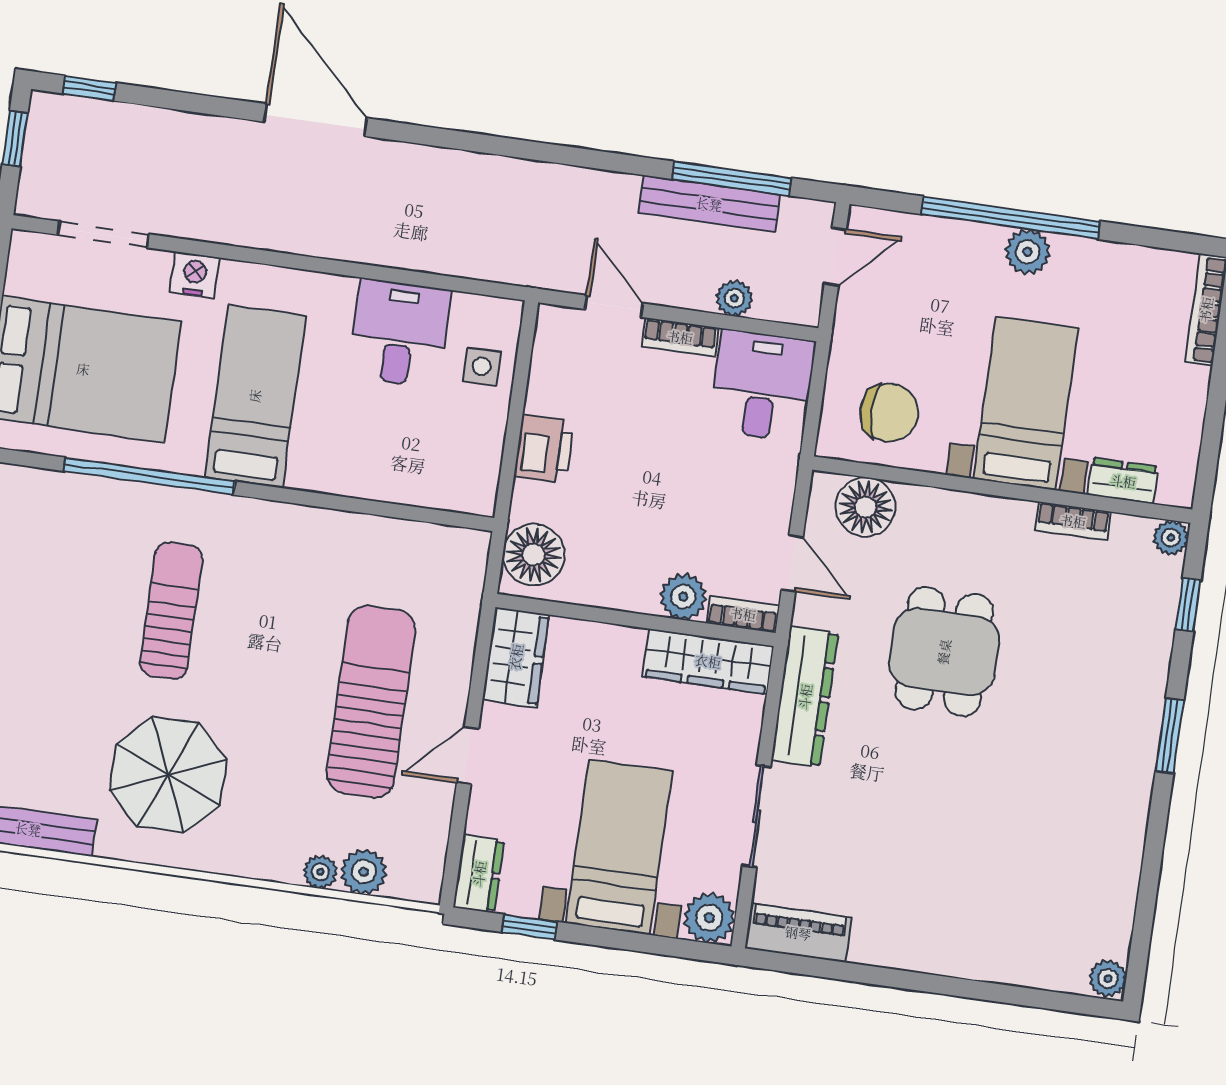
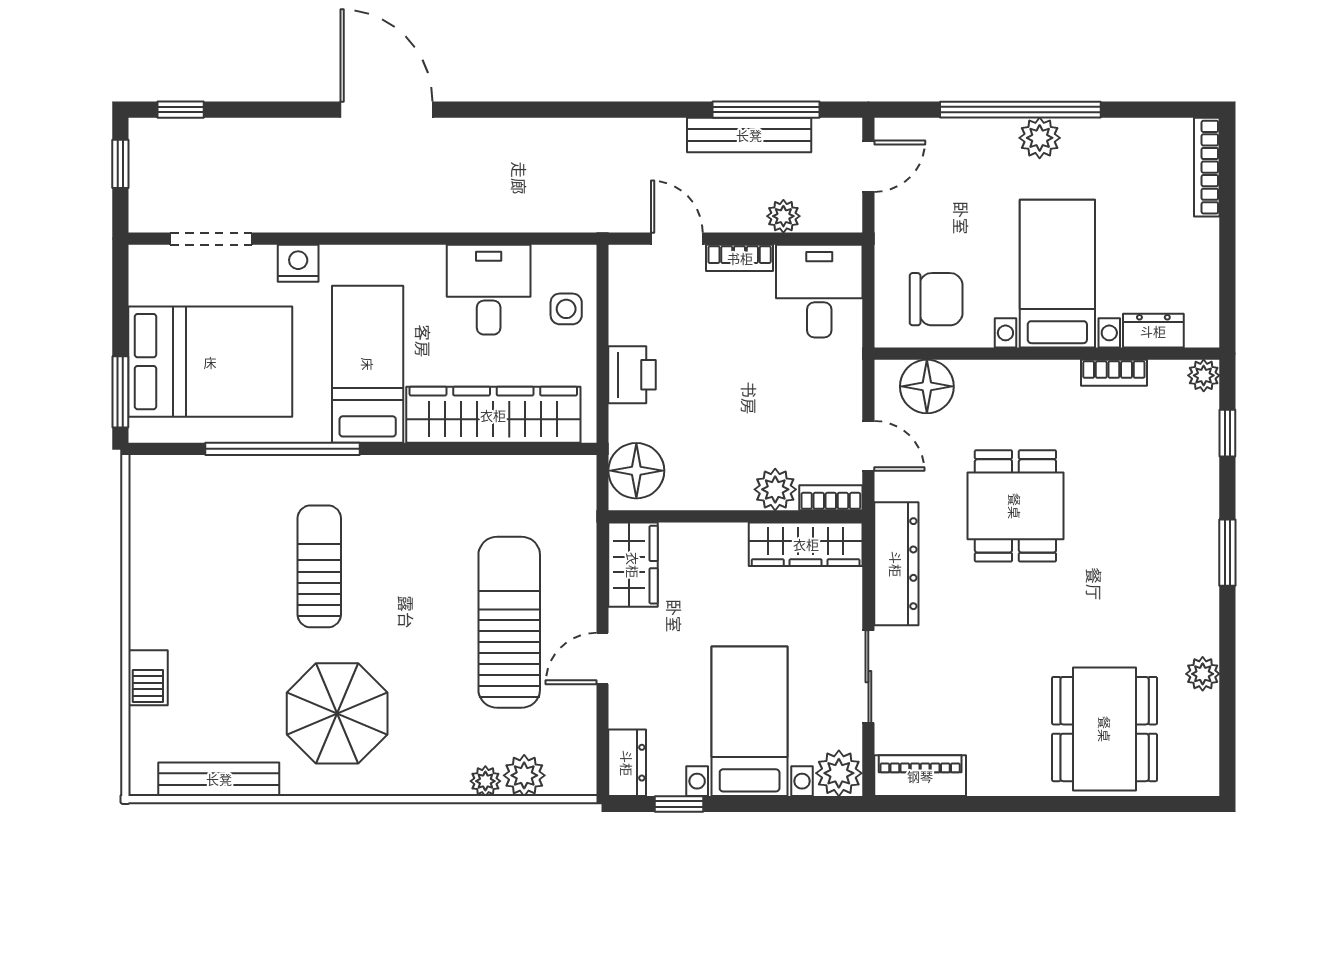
wardrobe: (385, 471) -> (493, 415), added
dining table: (1008, 910) -> (1105, 729), added
plant: (1108, 979) -> (1203, 674), moved

